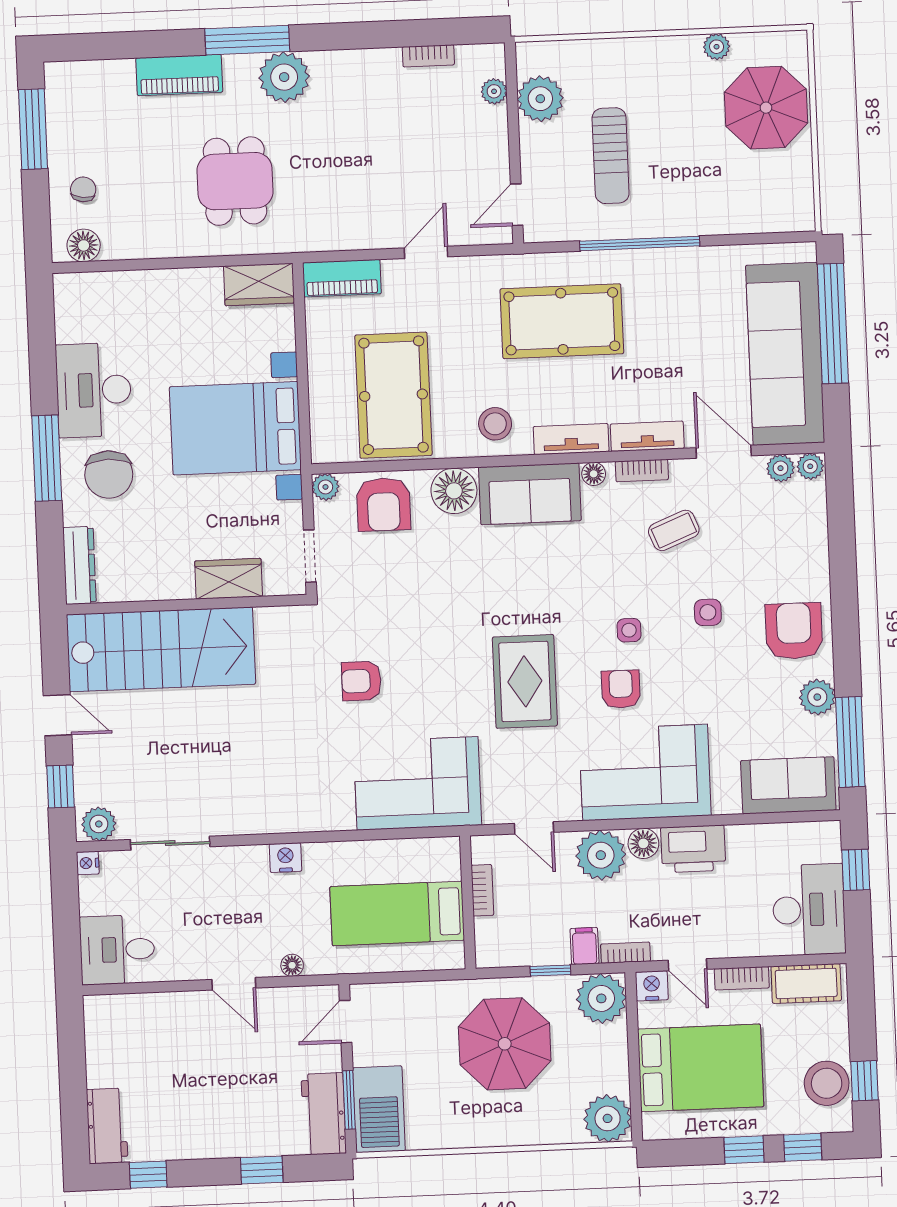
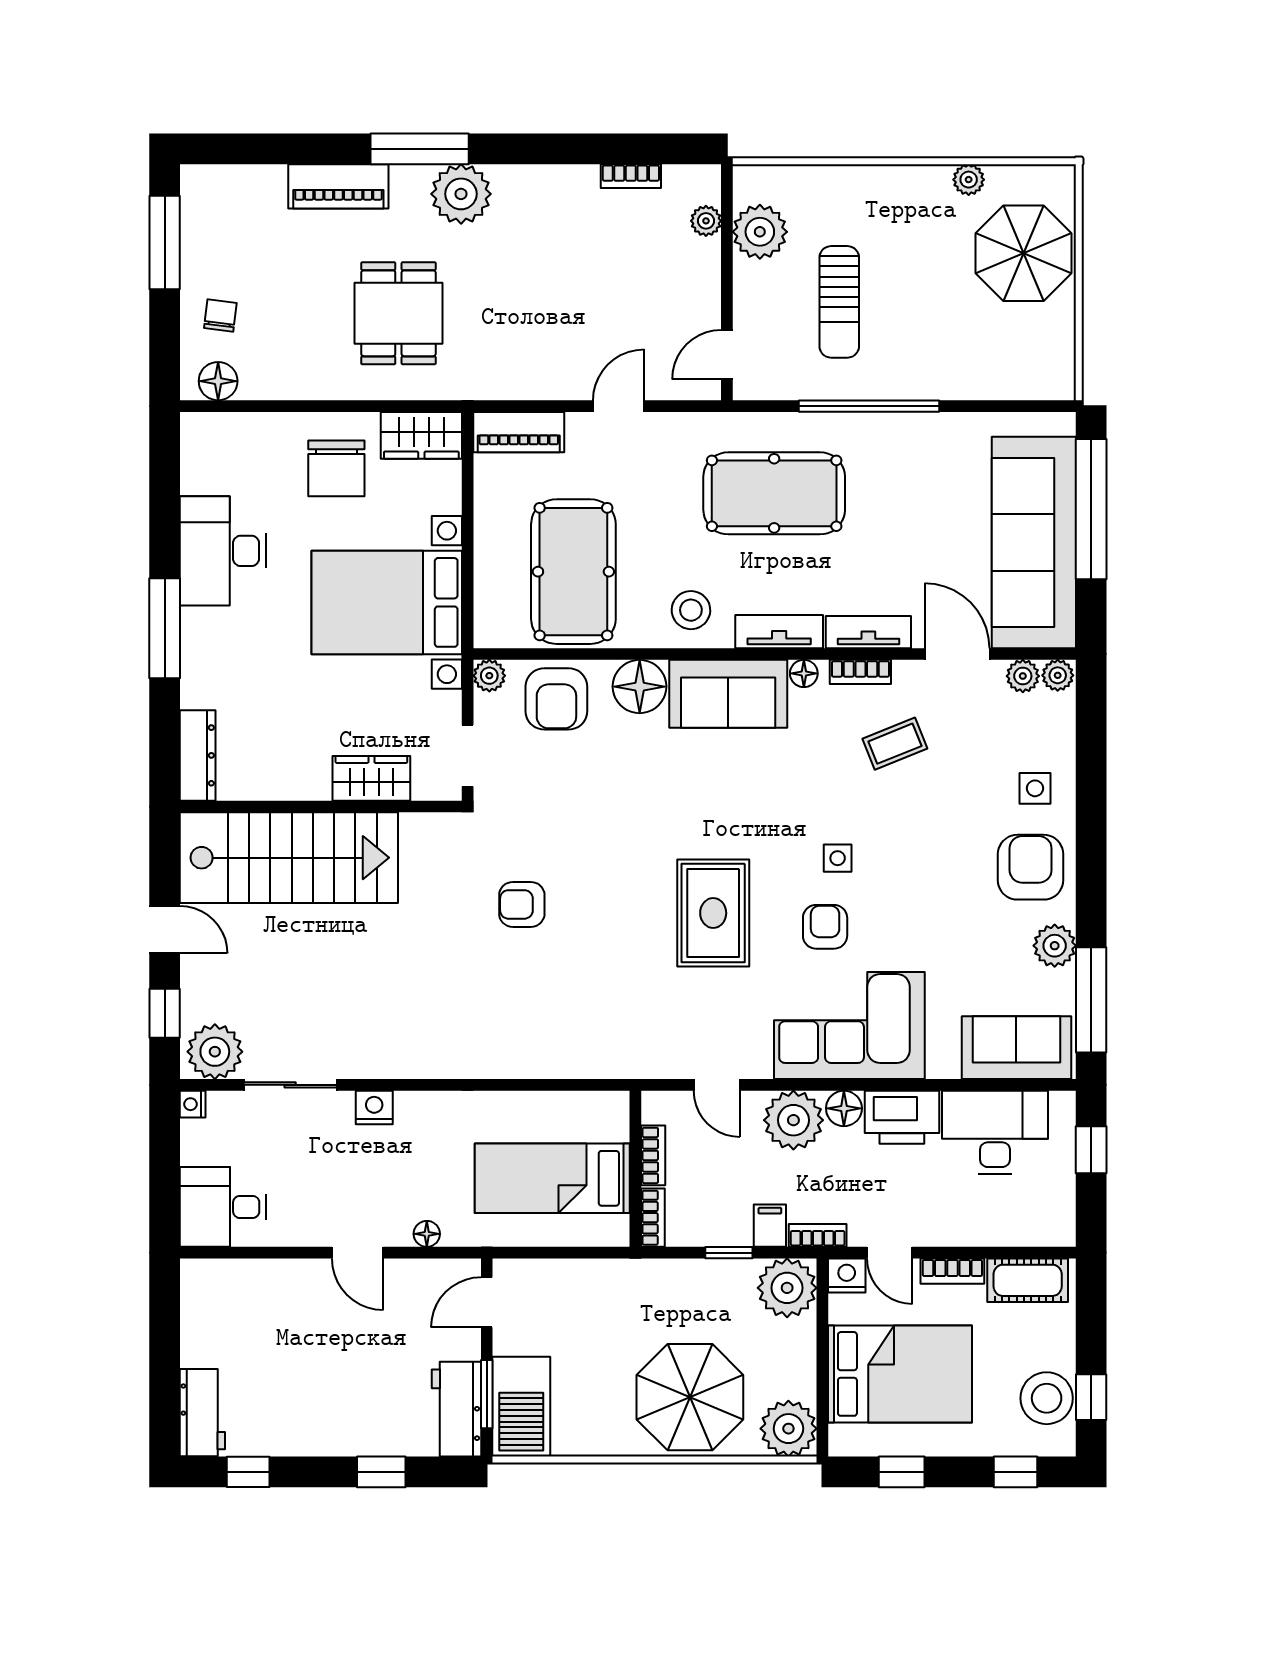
chair: (109, 475) -> (336, 468), moved
side table: (708, 612) -> (1035, 788), moved
corner sofa: (418, 783) -> (583, 1027), removed
plant: (99, 824) -> (215, 1052), width x1.36, depth x1.36
nightstand: (285, 858) -> (374, 1107), moved
desk: (809, 910) -> (995, 1132), moved, turned -90
bookcase: (484, 943) -> (653, 1218), added
parasol: (505, 1044) -> (690, 1397), moved
window: (744, 1150) -> (902, 1472), moved

